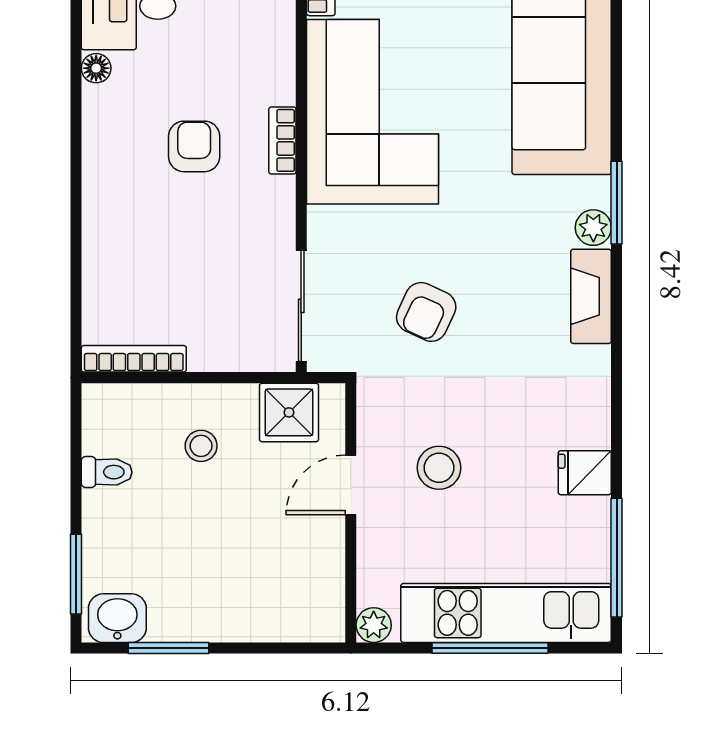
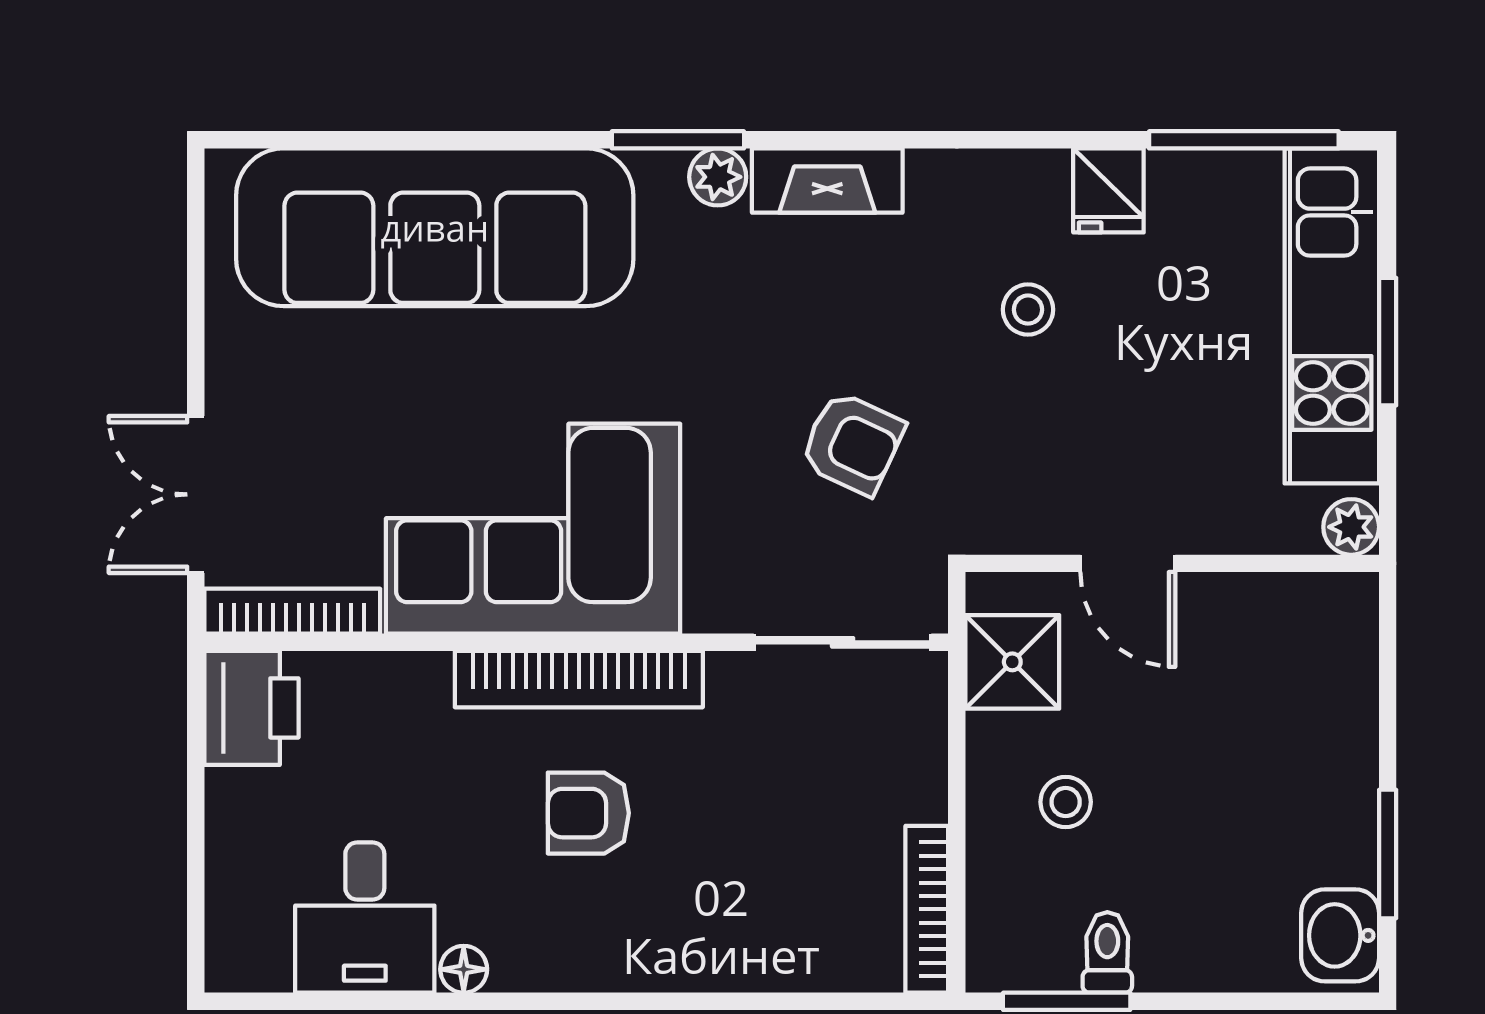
bookcase: (282, 140) -> (579, 679), width x2.31, depth x1.31
stool: (439, 468) -> (1028, 310), moved, width x0.73, depth x0.73
window: (76, 574) -> (1067, 1001), moved
window: (490, 648) -> (1388, 342), width x0.69

